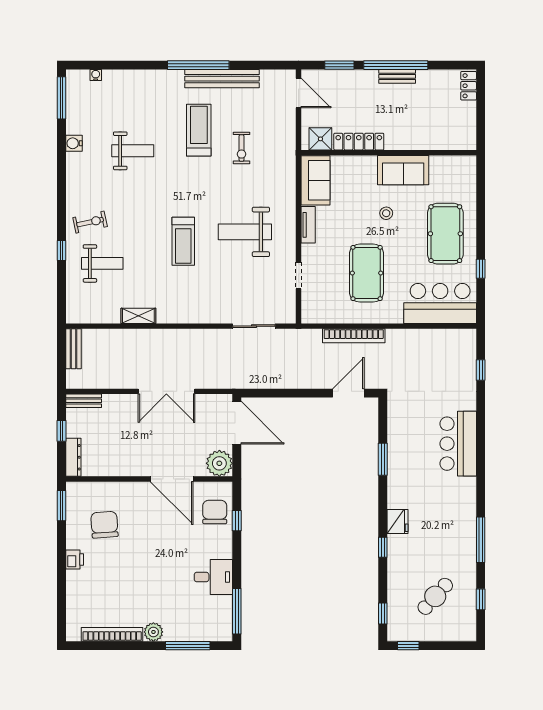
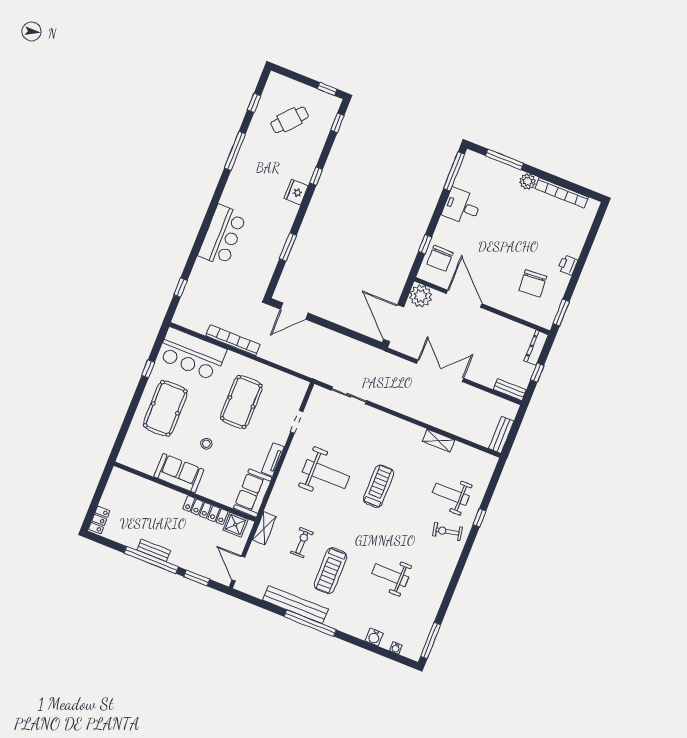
water cooler: (74, 143) -> (374, 637), moved, turned 90
shelving: (288, 147) -> (264, 528), added
bookcase: (354, 336) -> (233, 340), moved

